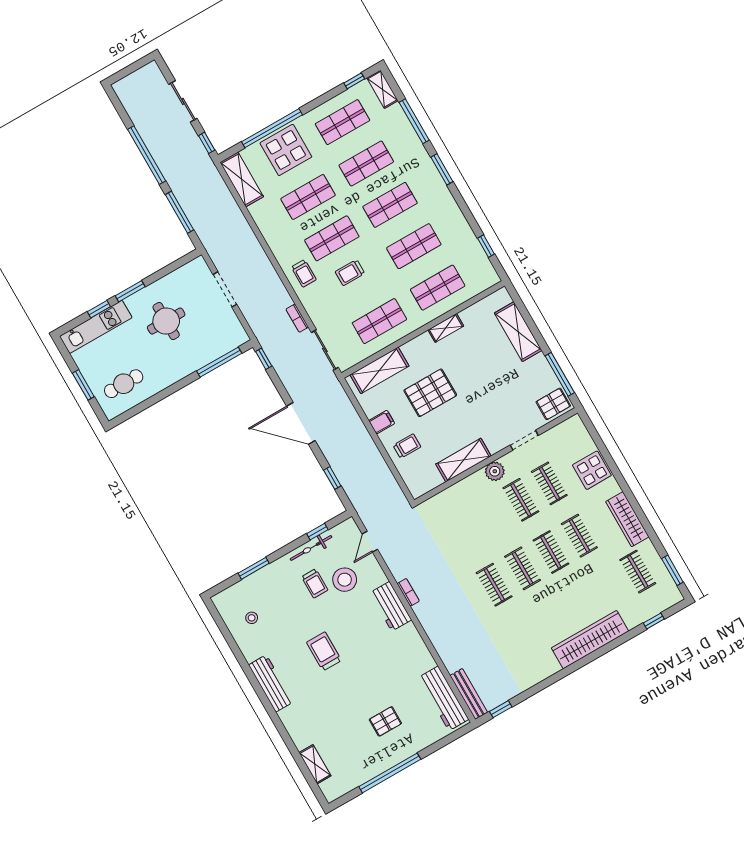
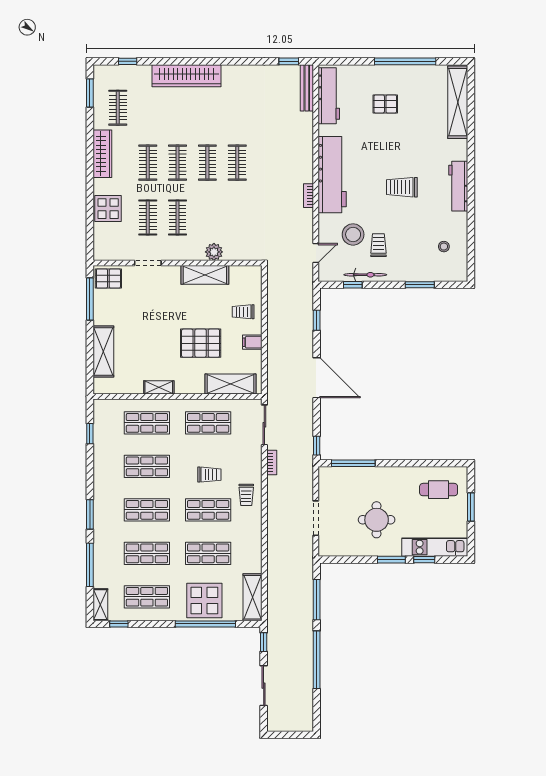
trolley: (304, 273) -> (246, 495), turned 180
plant: (495, 471) -> (214, 252), moved
workbench: (391, 606) -> (332, 175), width x1.88, depth x1.32
trolley: (324, 651) -> (402, 187), turned 90
shelving: (315, 764) -> (458, 102), width x2.20, depth x1.33

